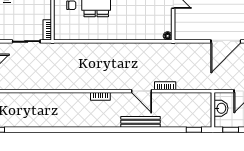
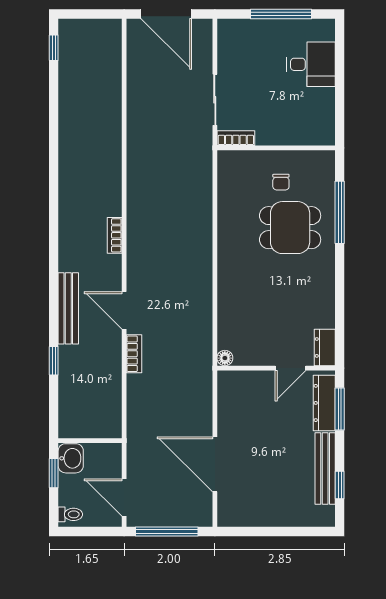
door: (142, 91) -> (124, 310), hinge flipped
washbasin: (221, 108) -> (71, 458), moved, turned -90
window: (194, 130) -> (54, 361), moved

